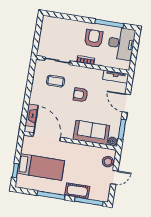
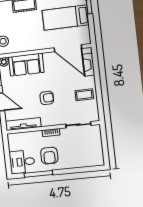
desk: (121, 44) -> (22, 162), width x0.73
tv unit: (116, 77) -> (23, 124), width x1.41
coffee table: (56, 81) -> (84, 95), moved

